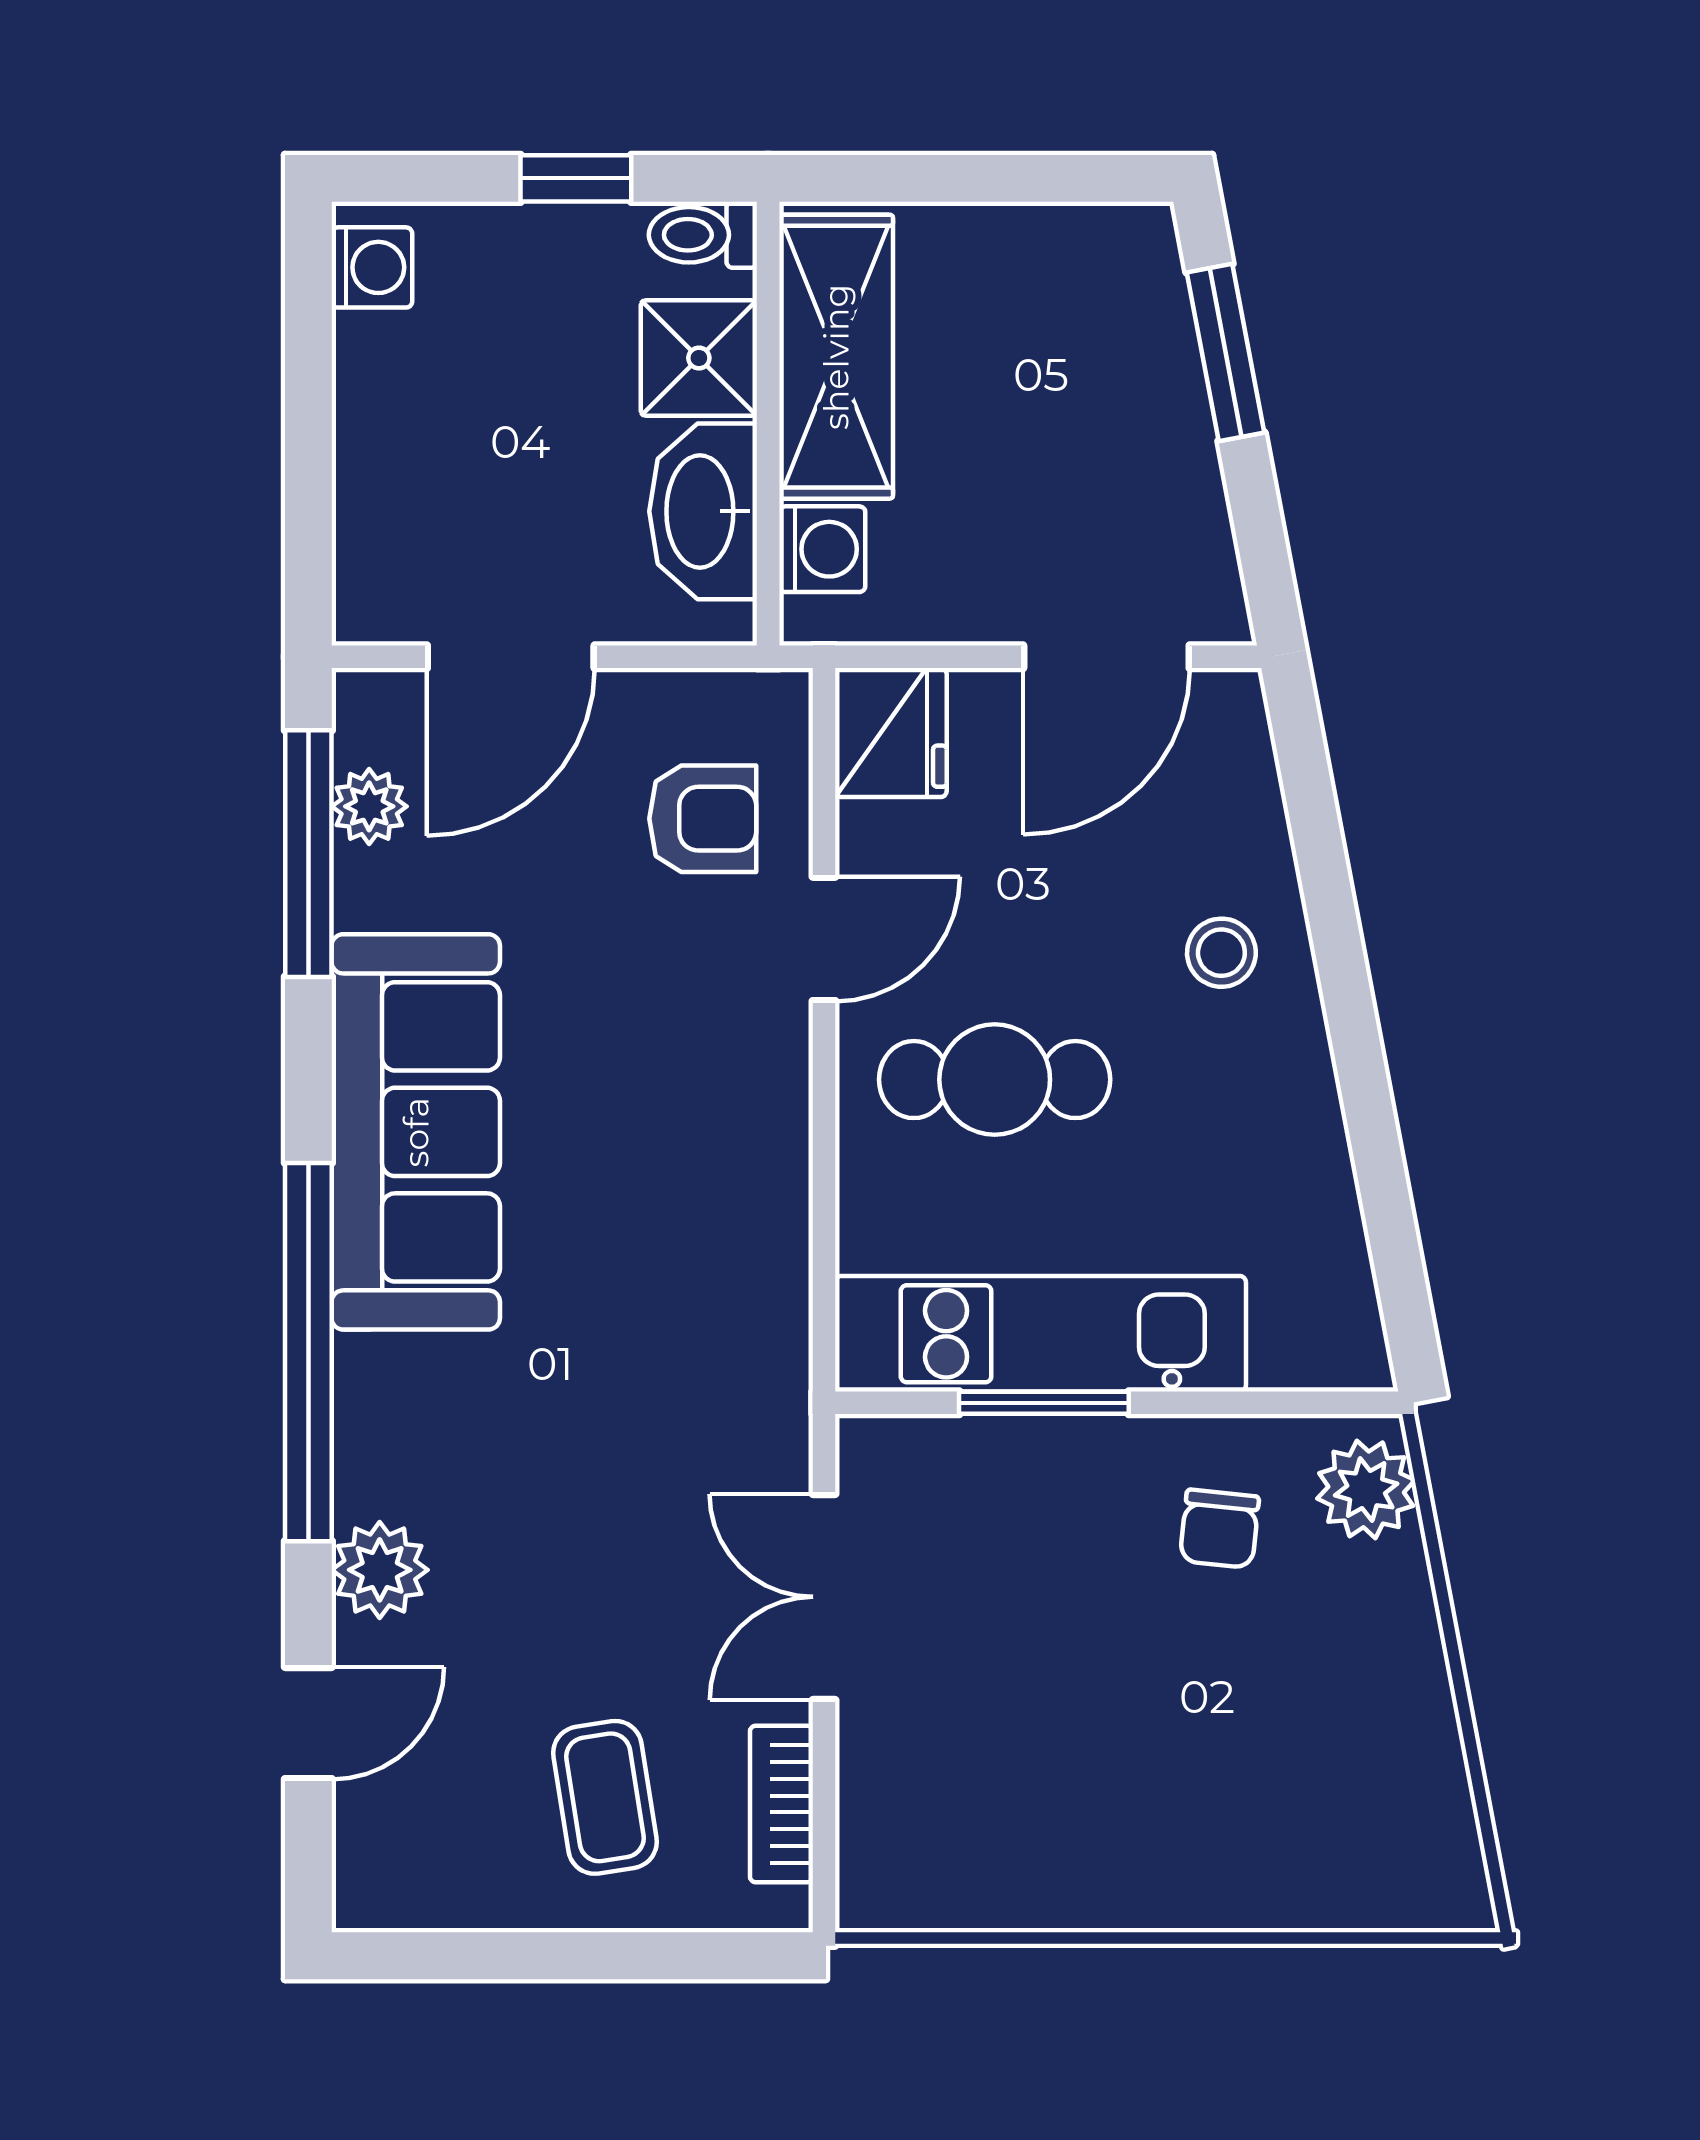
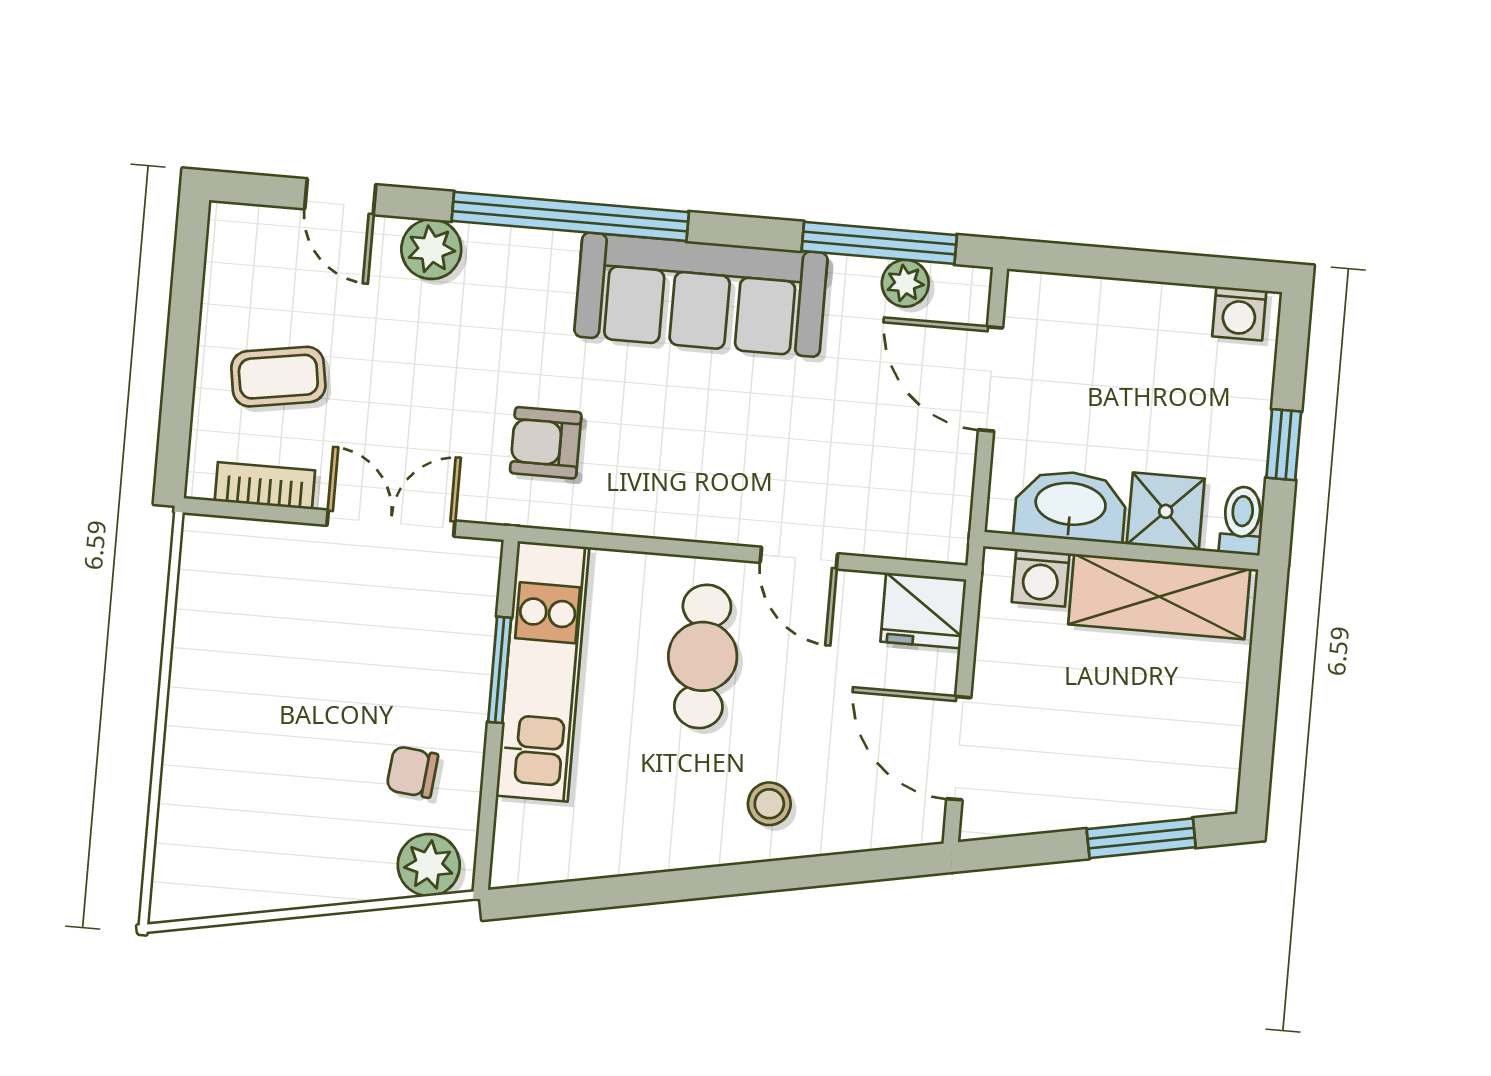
armchair: (703, 819) -> (546, 443), moved, turned 90

